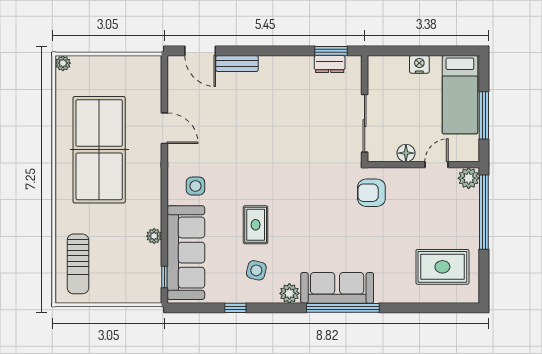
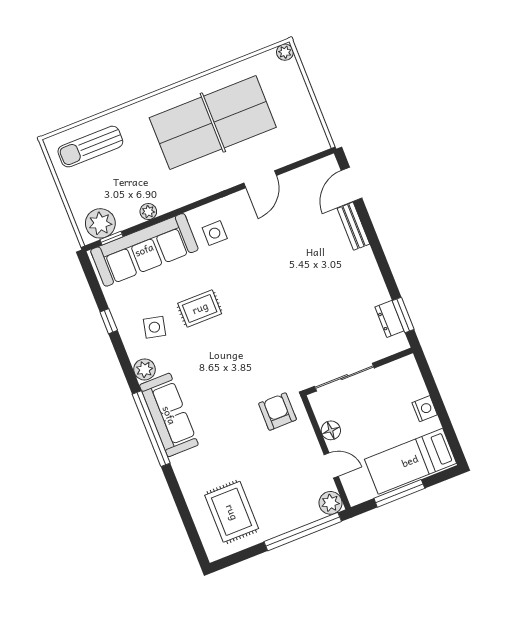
plant: (148, 282) -> (100, 223), added

